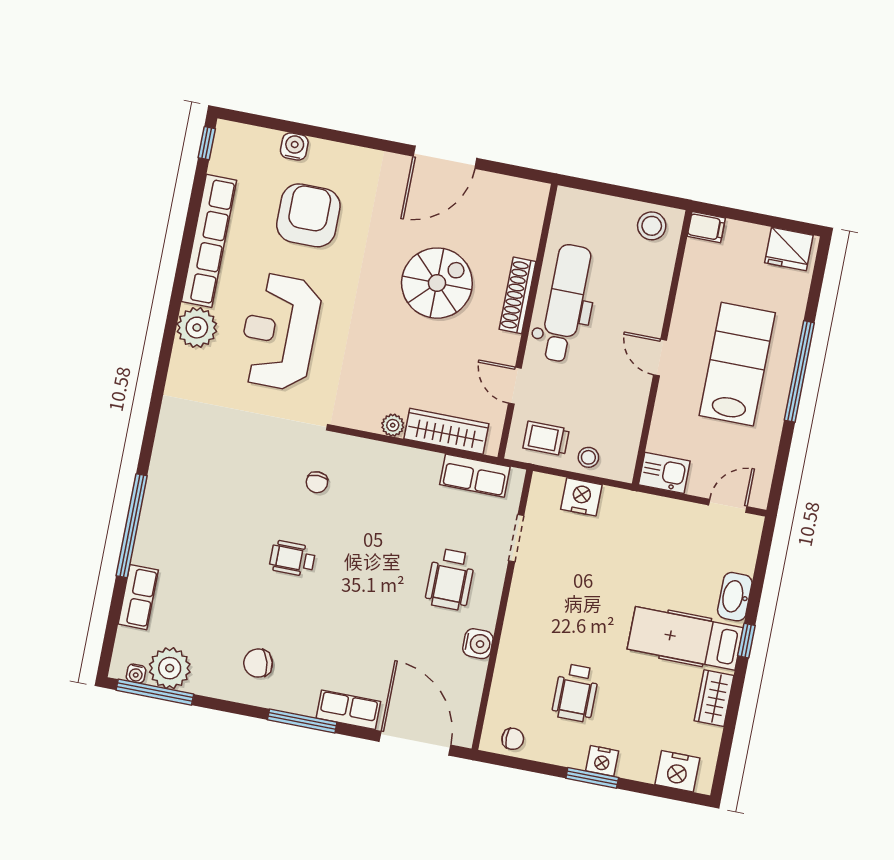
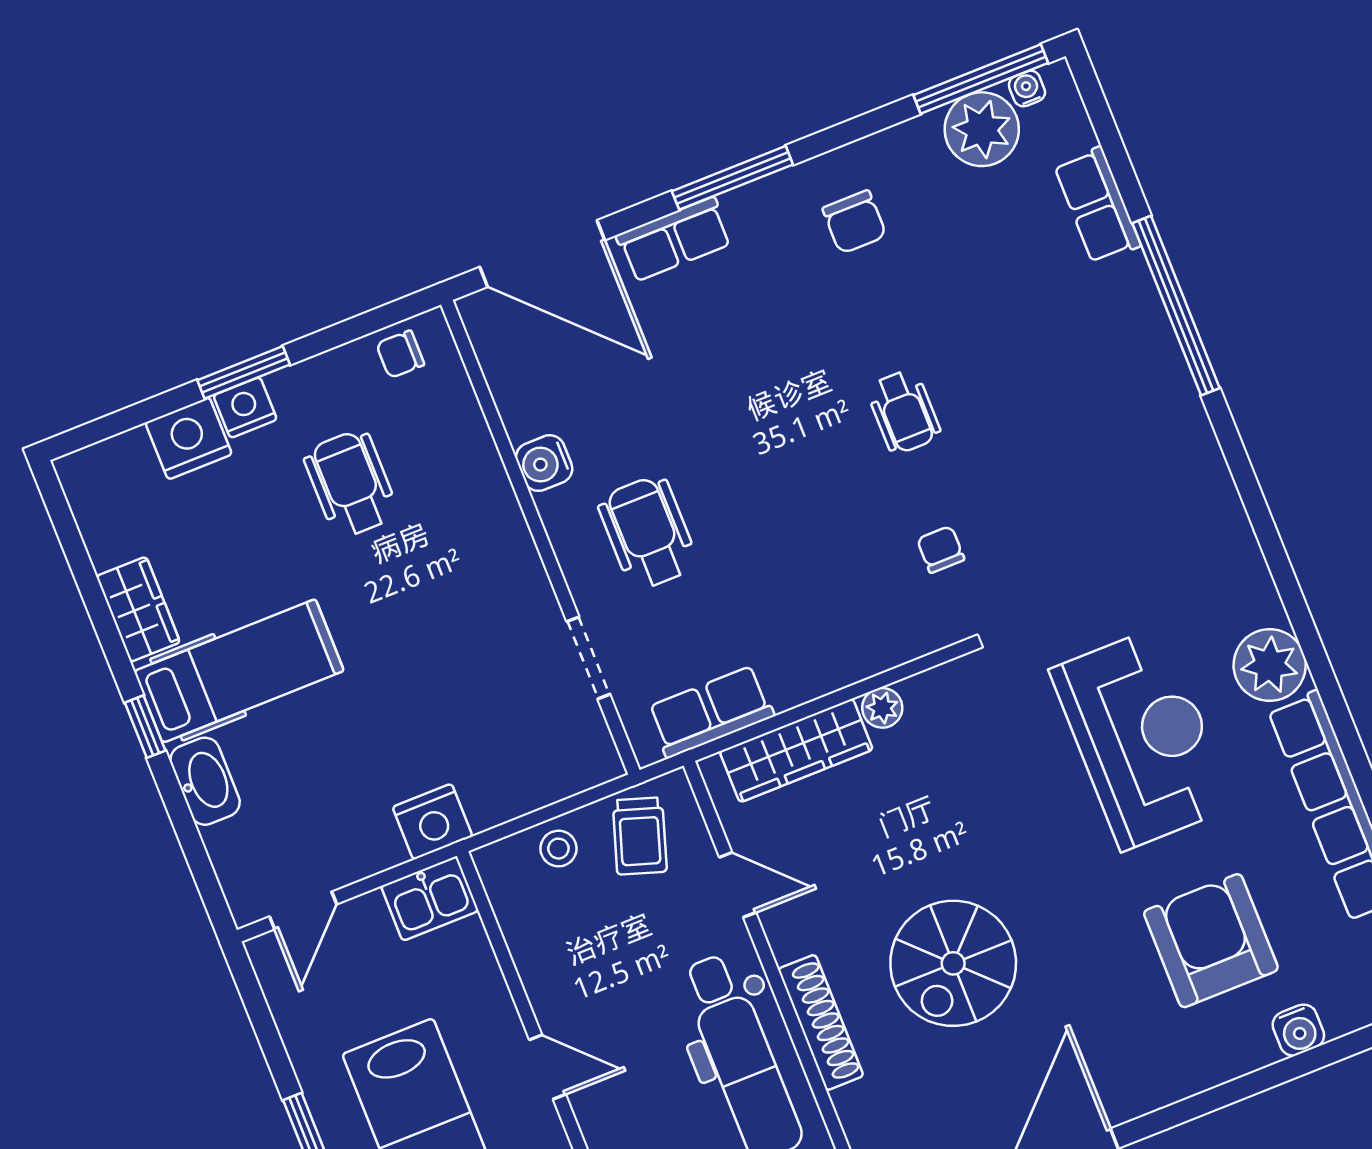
armchair: (308, 215) -> (1211, 941), turned 180
trolley: (546, 439) -> (640, 836), turned 108
nightstand: (581, 497) -> (432, 822), moved
wheelchair: (292, 559) -> (904, 412), turned 90
chair: (258, 663) -> (854, 222), turned 105
nightstand: (677, 771) -> (189, 438), moved

